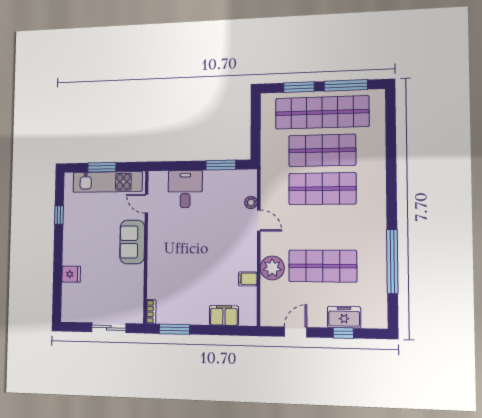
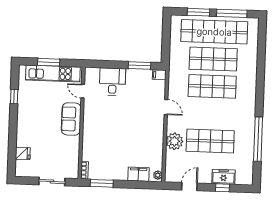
plant: (251, 202) -> (158, 175), moved
fridge: (71, 274) -> (23, 153), moved
filing cabinet: (248, 279) -> (159, 75), moved

